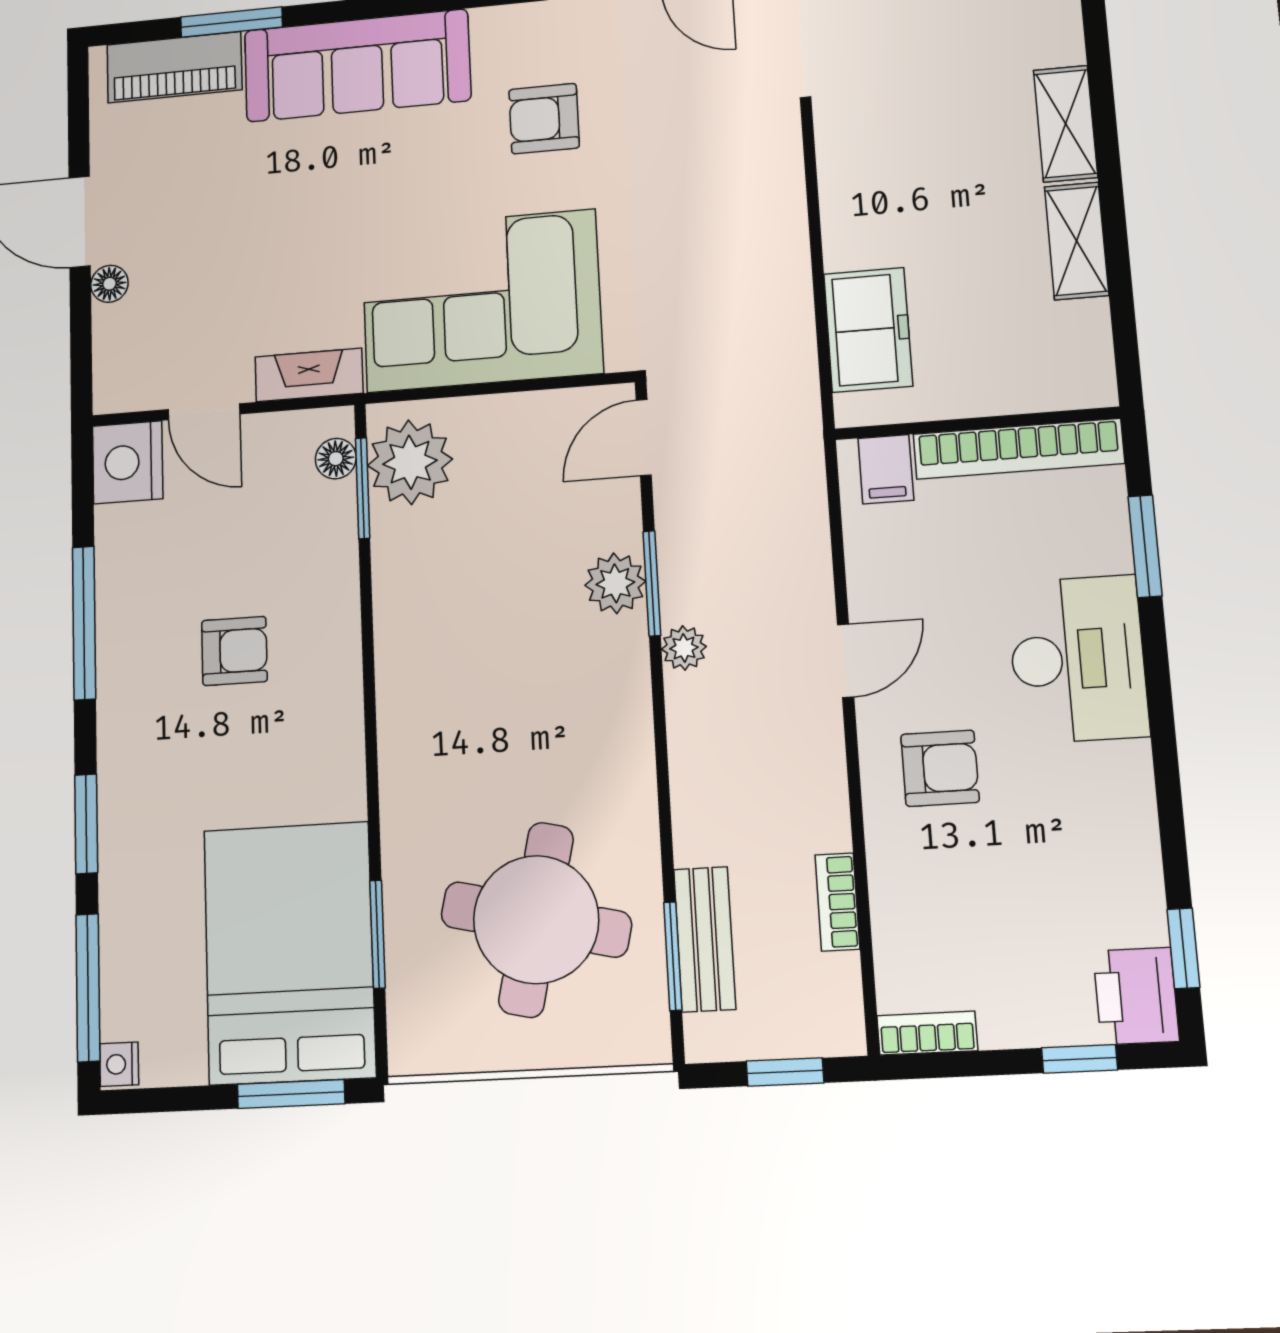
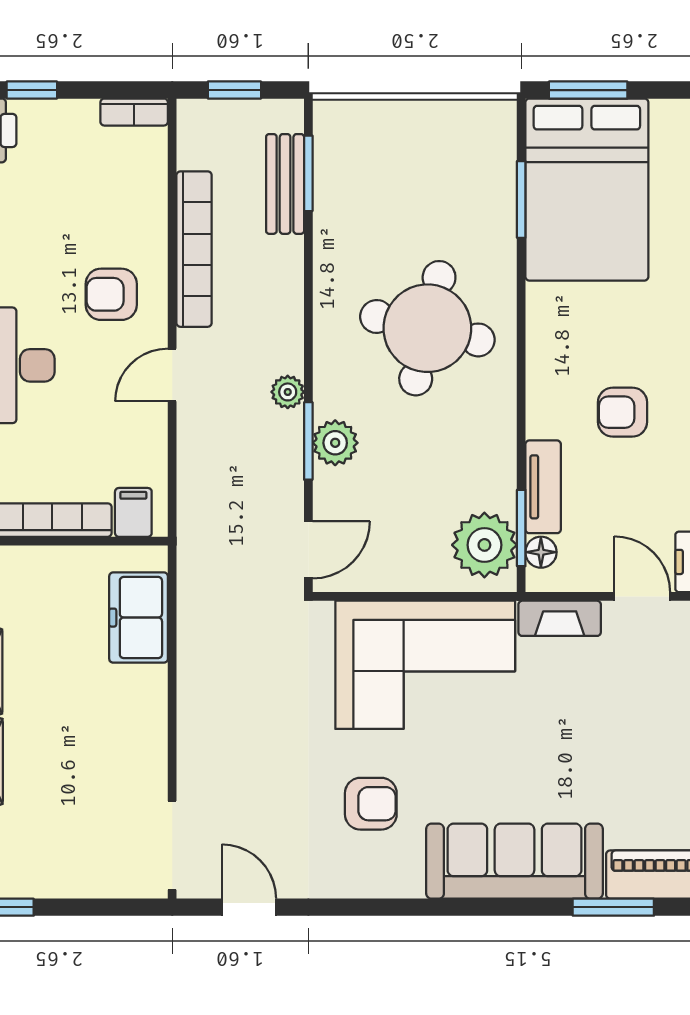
tv unit: (336, 544) -> (543, 487), added
bookcase: (837, 902) -> (194, 249), width x2.31, depth x1.31
round table: (536, 919) -> (427, 328), moved

